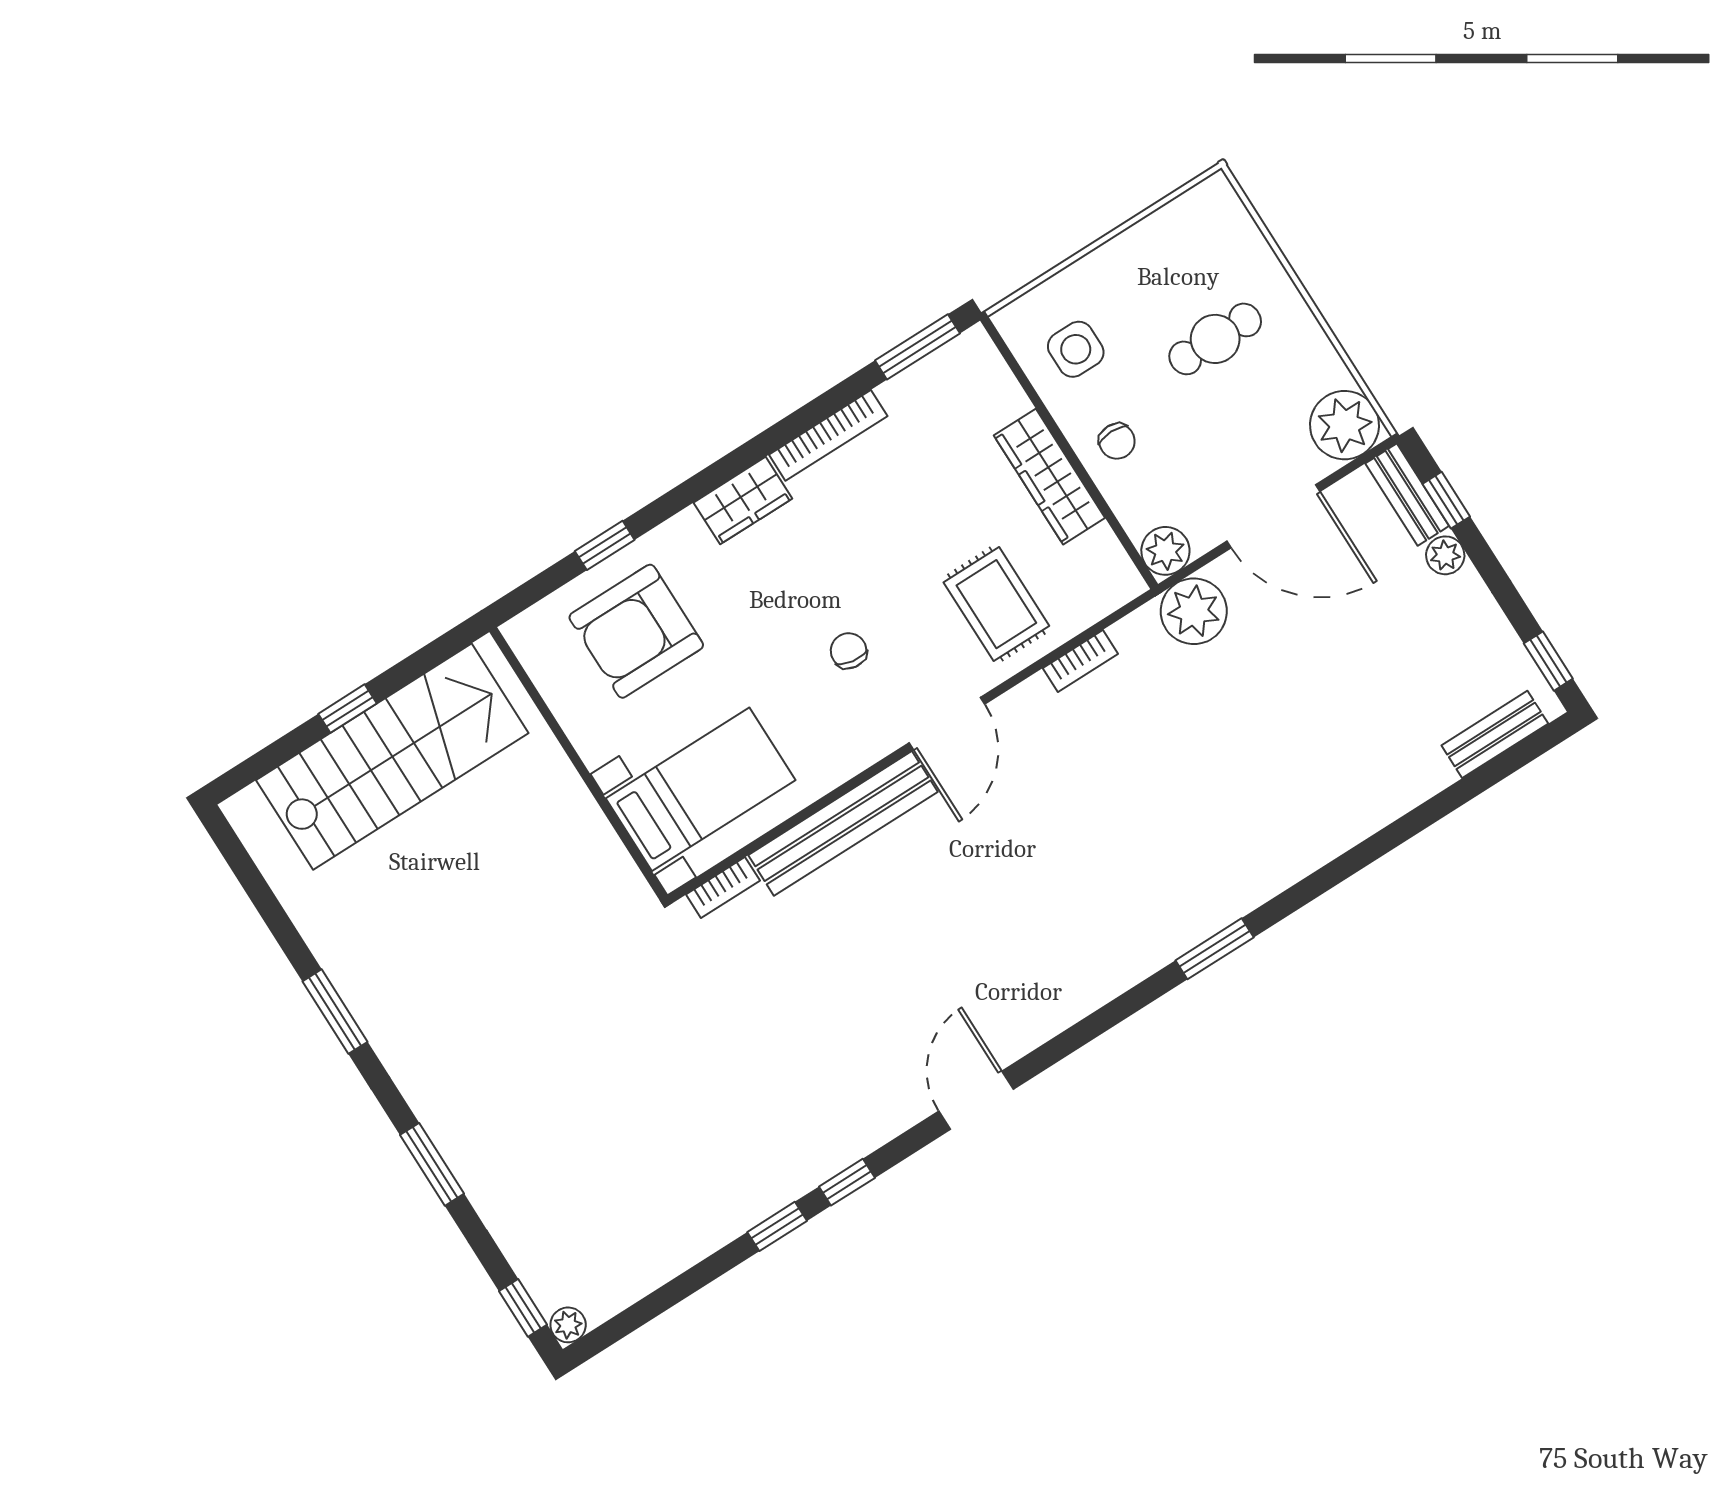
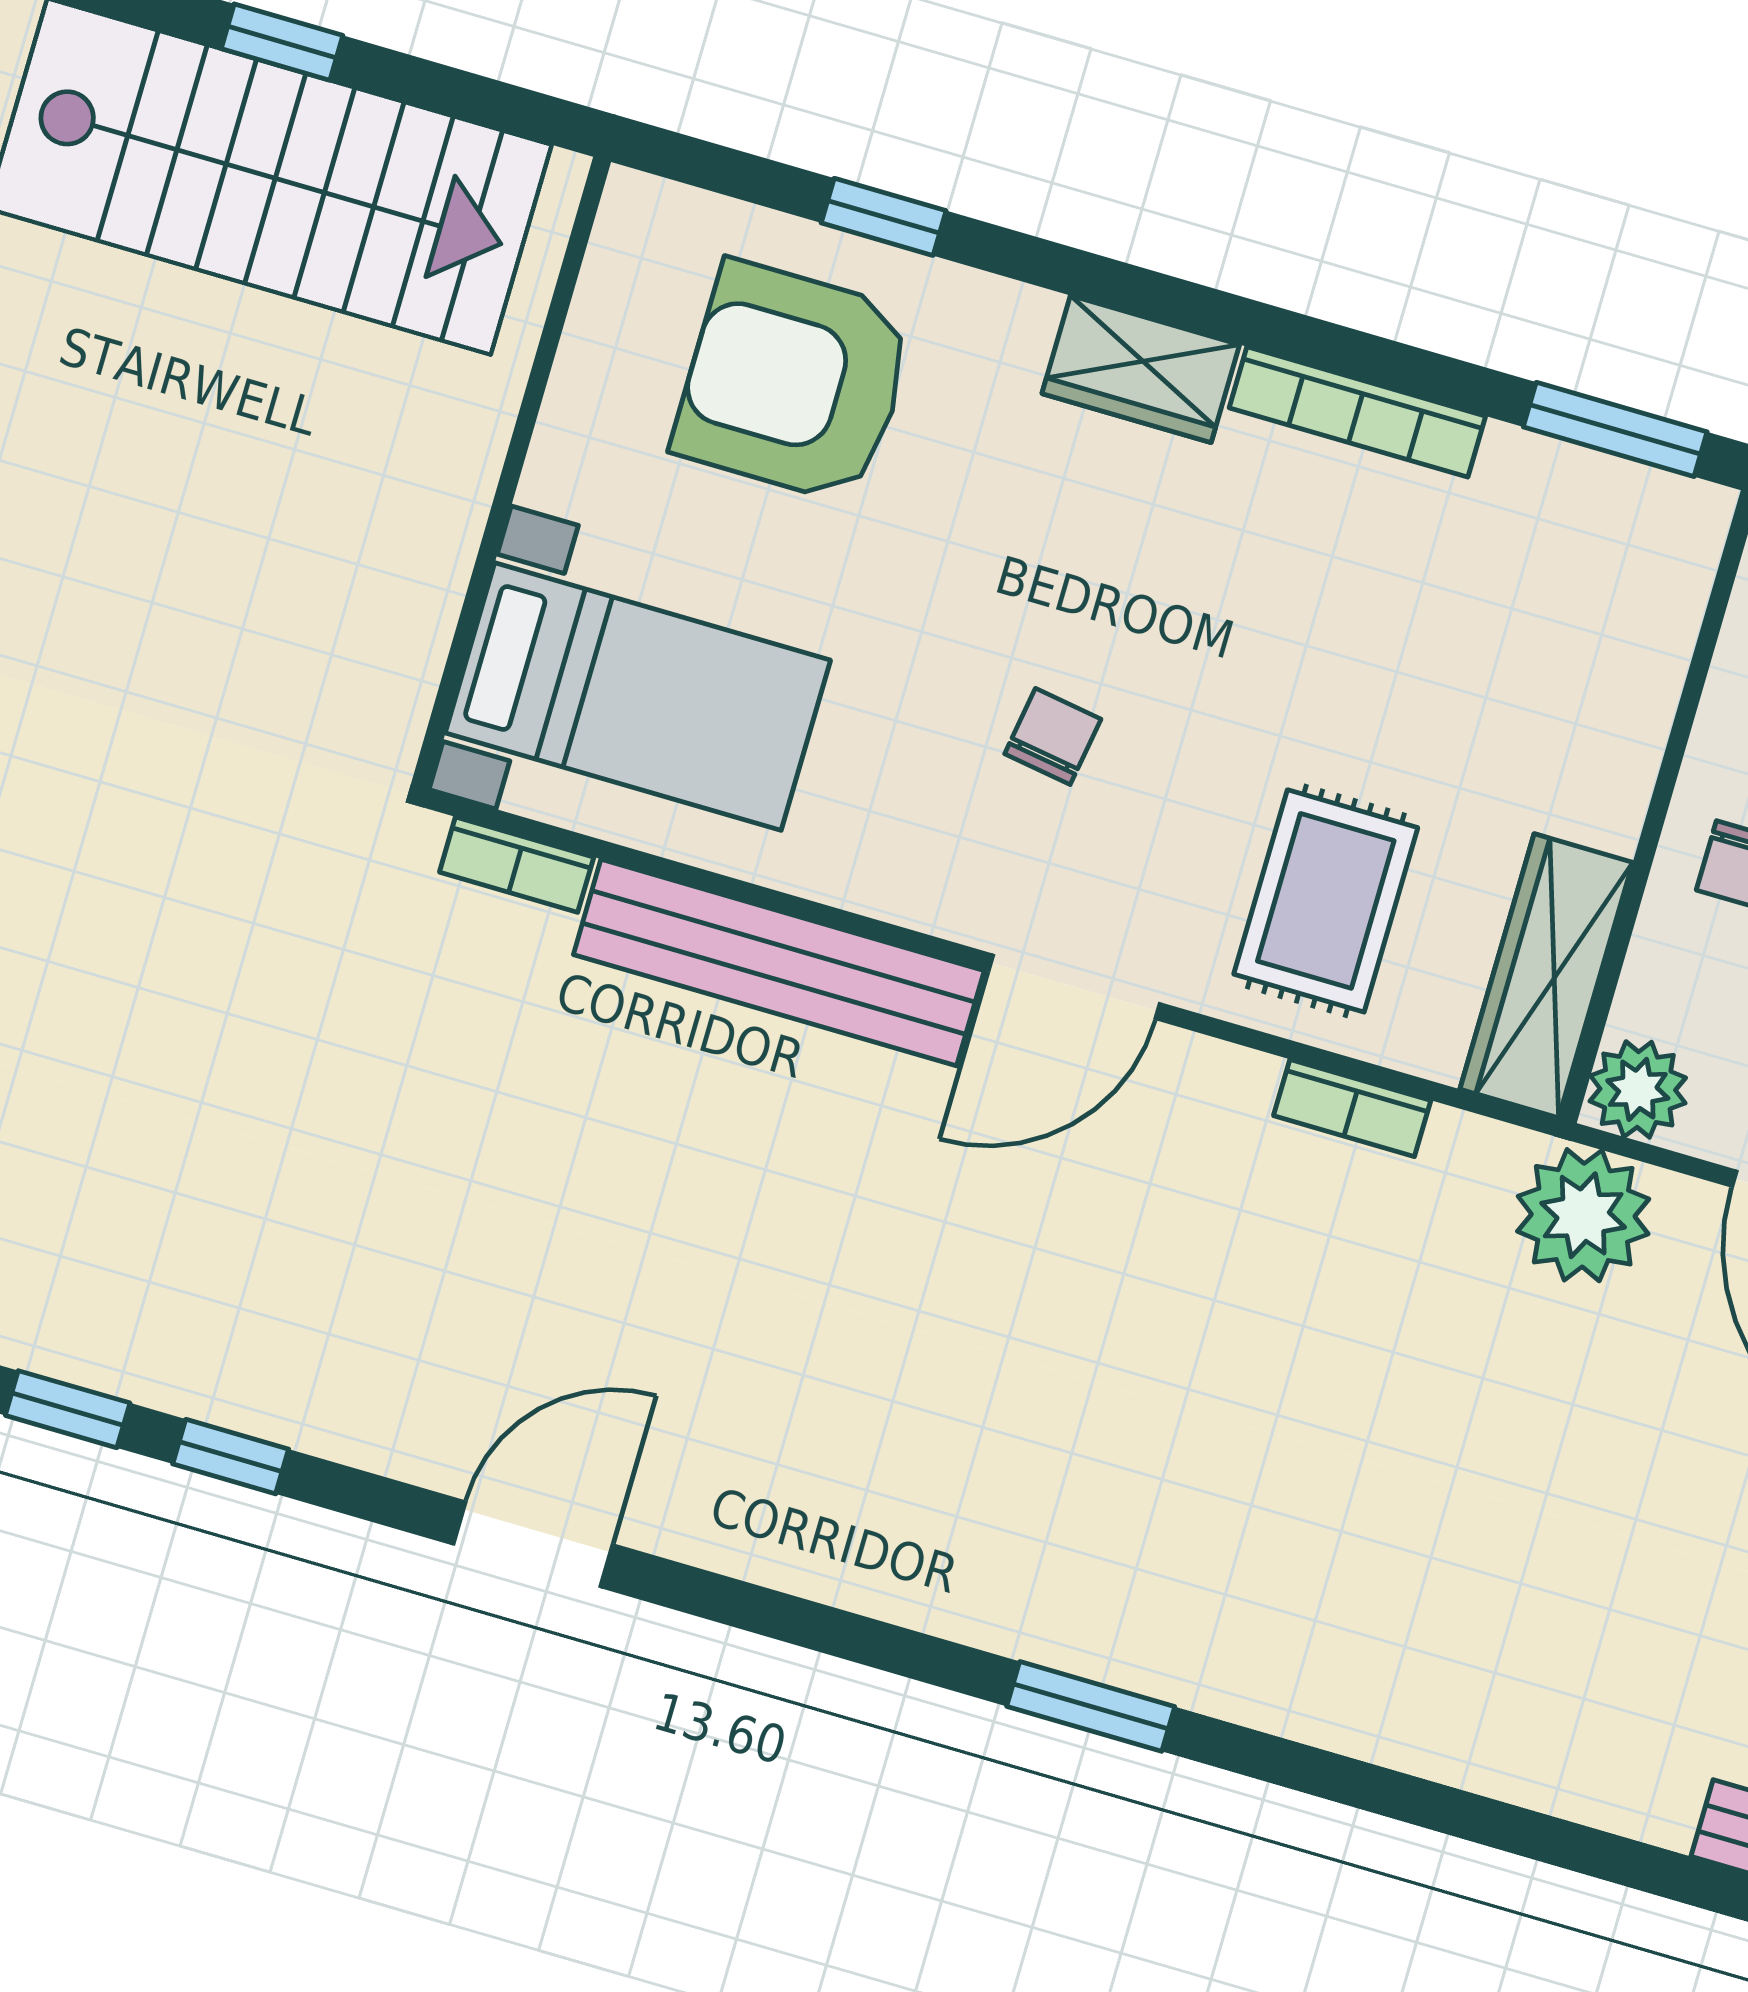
wardrobe: (1049, 477) -> (1546, 976), moved

